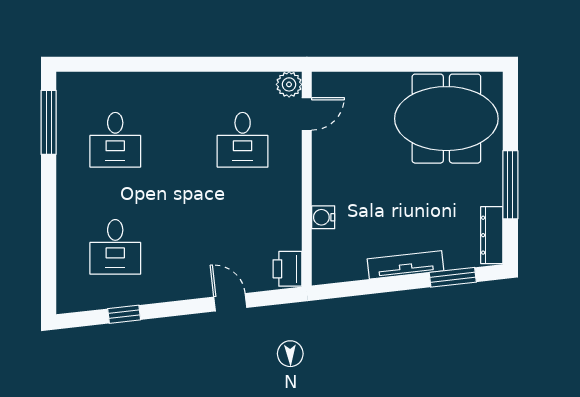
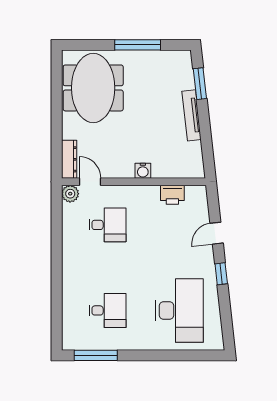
water cooler: (323, 217) -> (143, 171), moved
dresser: (492, 235) -> (69, 159), moved, turned -90
desk: (115, 247) -> (179, 310), width x1.87, depth x1.30
printer: (287, 269) -> (172, 195), moved
window: (124, 314) -> (221, 274), moved

